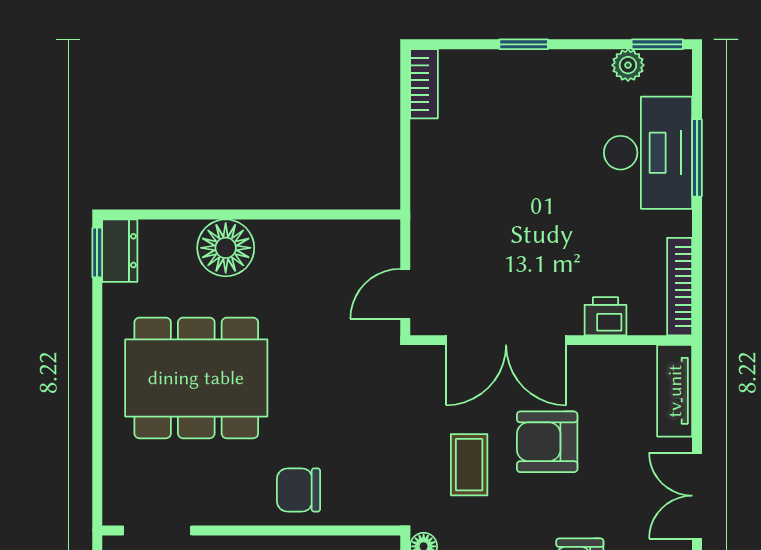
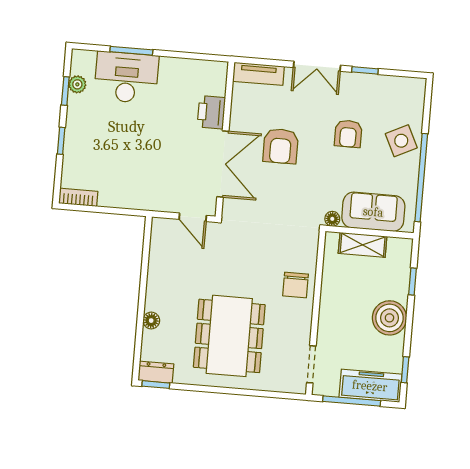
window: (657, 44) -> (65, 91), moved
floor lamp: (226, 248) -> (151, 321), width x0.53, depth x0.53
bookcase: (680, 287) -> (201, 66), removed
printer: (606, 316) -> (211, 112), width x1.36, depth x1.24
coffee table: (469, 465) -> (290, 190), removed

